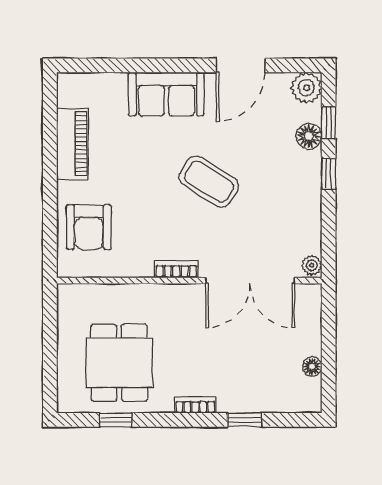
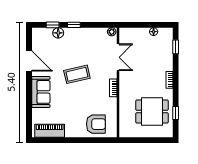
plant: (306, 88) -> (38, 34), removed
piano: (73, 144) -> (50, 131), moved
coffee table: (209, 181) -> (77, 74), turned 45
double door: (250, 281) -> (118, 57), width x0.73
window: (244, 420) -> (176, 47), moved

